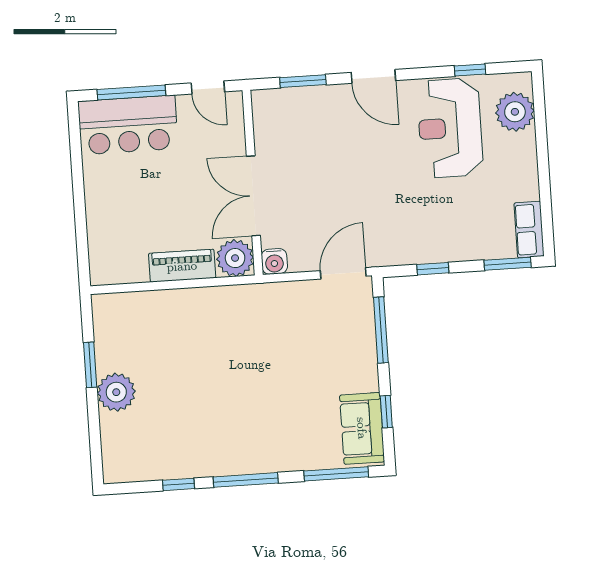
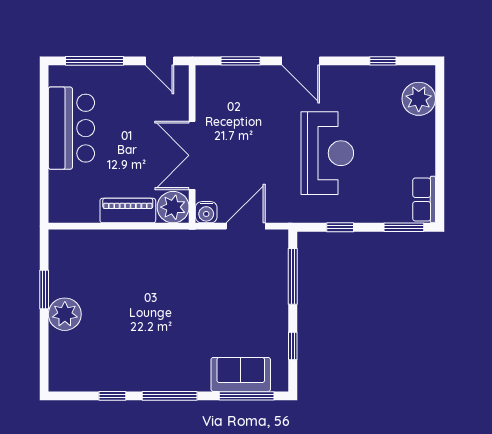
bar counter: (128, 125) -> (71, 128), moved, turned -90
reception desk: (450, 128) -> (327, 153), moved, turned 180
door: (343, 273) -> (246, 226), moved
sofa: (362, 428) -> (241, 374), moved, turned 90

